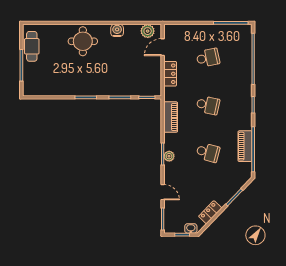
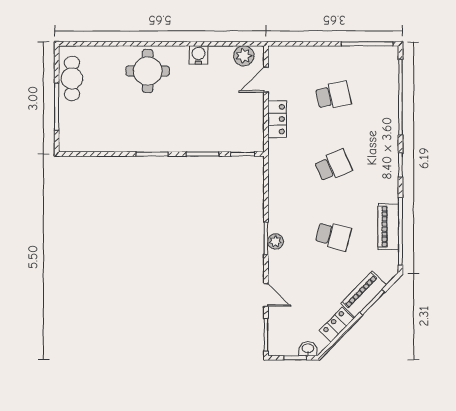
school desk: (208, 105) -> (333, 166), turned -36
piano: (171, 117) -> (364, 294), moved, turned -136

